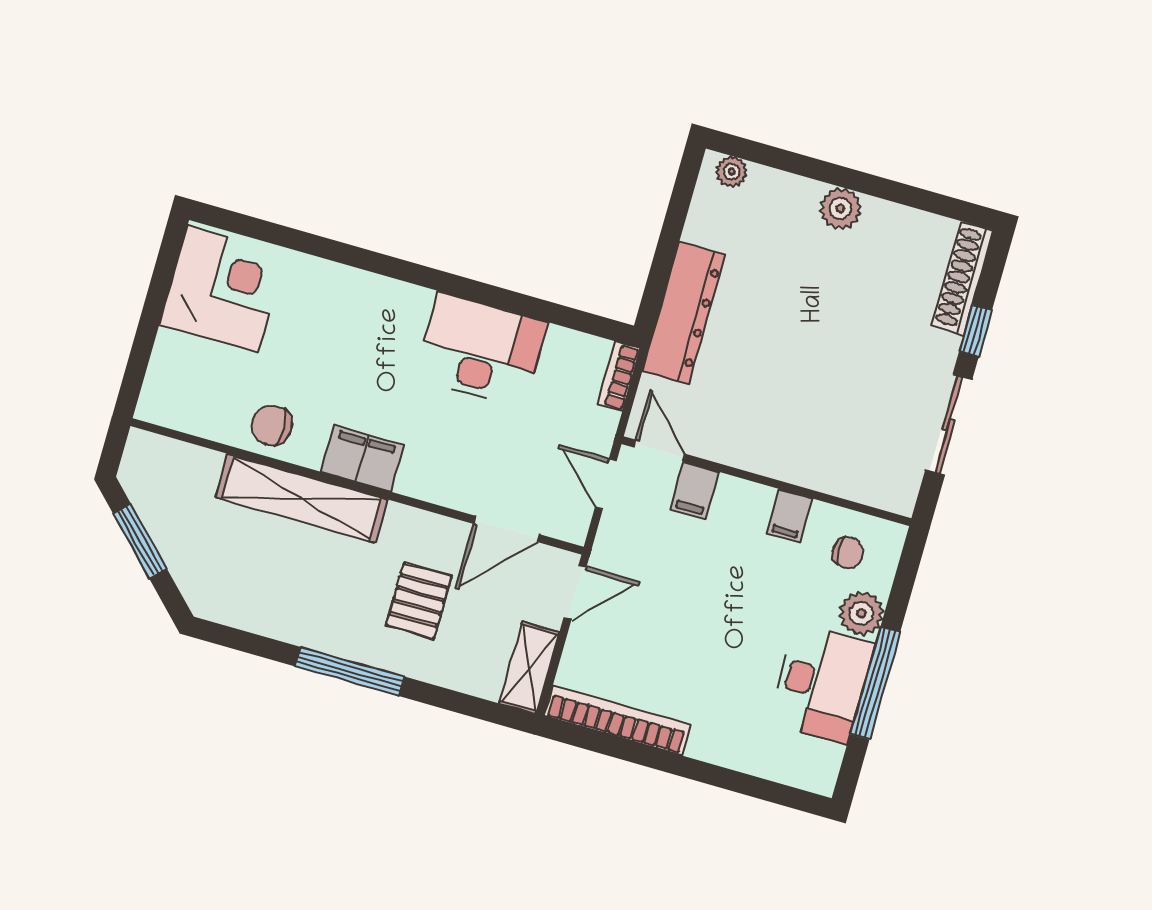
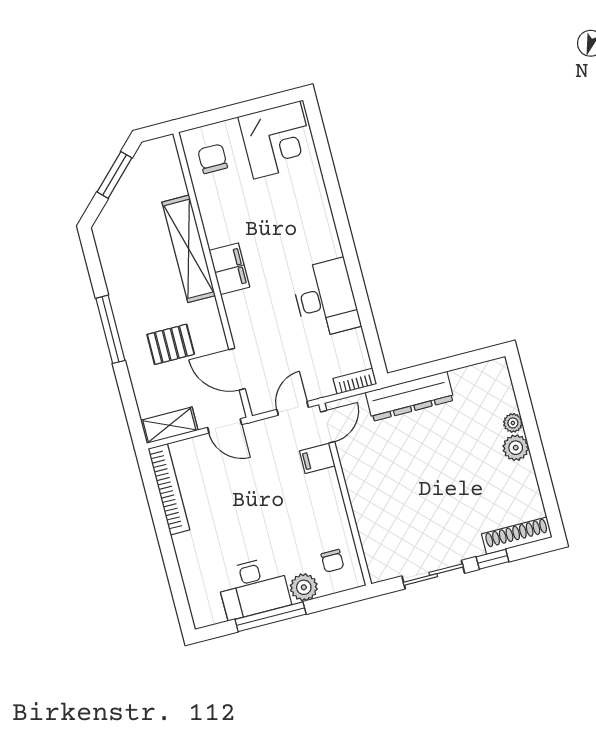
plant: (732, 172) -> (513, 423), moved
chair: (272, 425) -> (213, 159), moved
filing cabinet: (789, 516) -> (334, 517), removed

